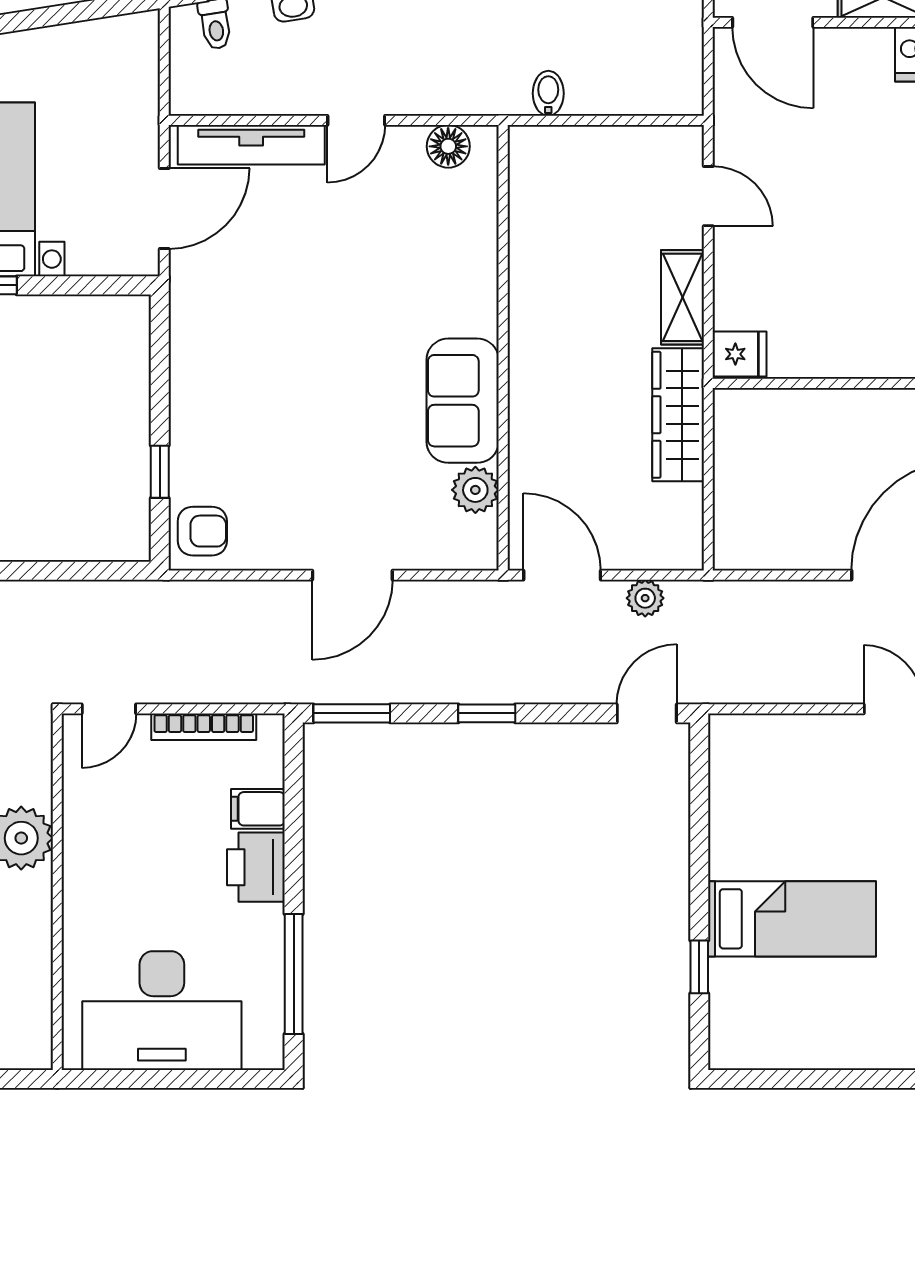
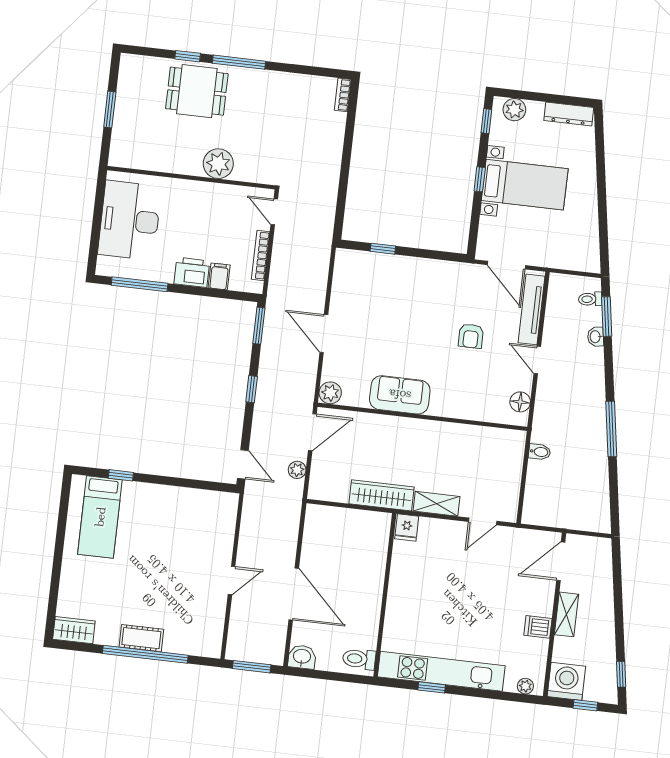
plant: (475, 490) -> (330, 393), moved
armchair: (202, 531) -> (471, 336), moved
bed: (792, 919) -> (100, 517), moved

